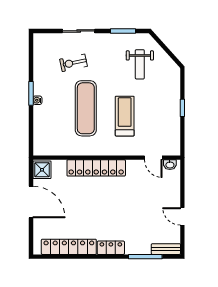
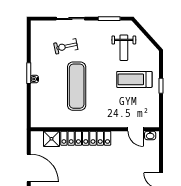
treadmill: (125, 116) -> (134, 79), moved, turned -90
shower: (42, 170) -> (51, 139), moved

